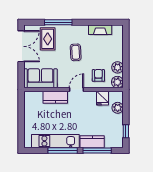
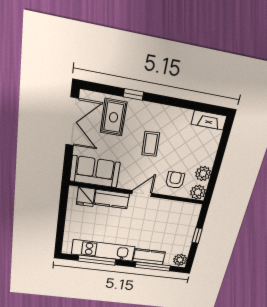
window: (58, 22) -> (133, 94), width x0.46
fireplace: (100, 30) -> (209, 120), moved
fridge: (102, 98) -> (86, 197), moved
plant: (118, 108) -> (180, 260), moved
window: (126, 131) -> (197, 236), moved
window: (63, 150) -> (97, 260), moved

